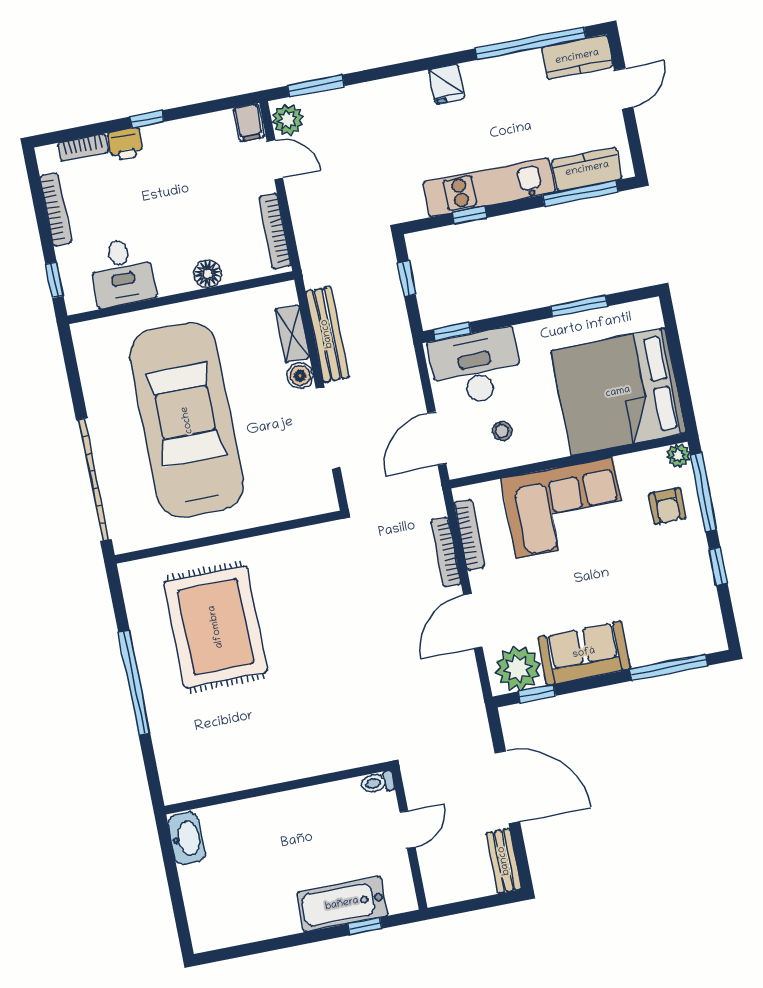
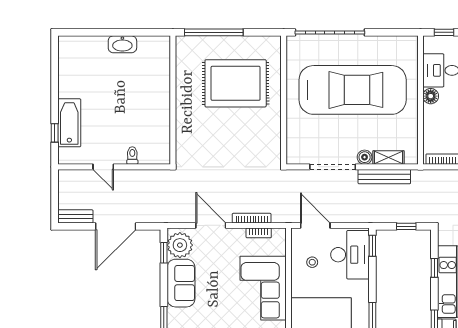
floor lamp: (208, 274) -> (431, 96), moved
bookcase: (469, 535) -> (259, 233), width x0.64
wall: (278, 788) -> (173, 100), moved

